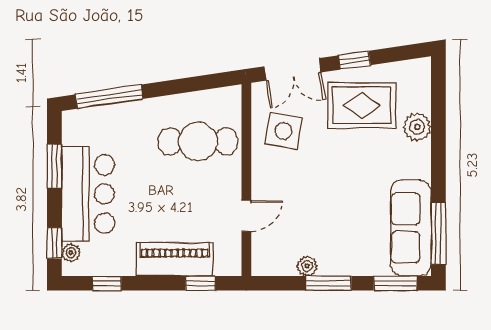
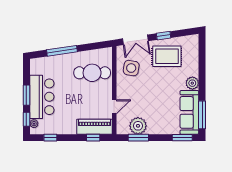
window: (109, 97) -> (62, 51), moved
plant: (417, 127) -> (192, 83), moved
window: (54, 166) -> (26, 95), moved
piano: (175, 259) -> (95, 127), moved
plant: (307, 266) -> (138, 126), width x1.88, depth x1.88
window: (329, 283) -> (138, 138), moved

